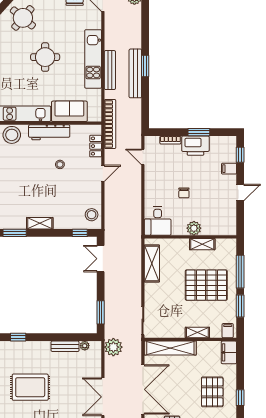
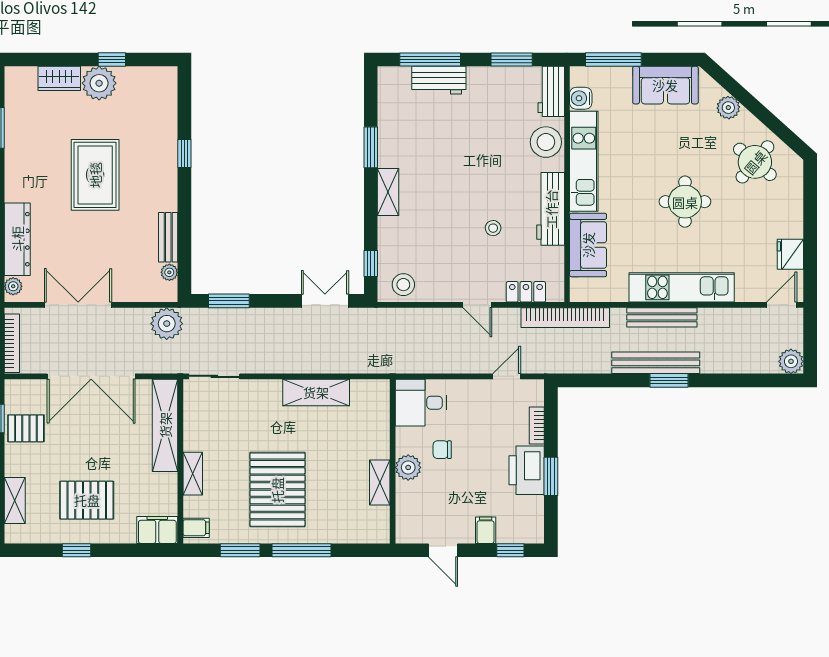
desk: (158, 221) -> (421, 403), moved
plant: (194, 228) -> (408, 467), moved
wall: (190, 237) -> (393, 461), moved
shelving: (202, 244) -> (380, 482), moved

